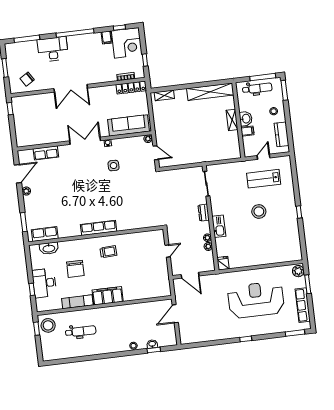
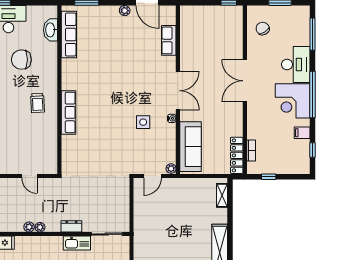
corner desk: (127, 43) -> (293, 101), moved
kitchen sink: (219, 226) -> (77, 243), moved
row of seats: (99, 228) -> (68, 112), moved
row of seats: (45, 234) -> (69, 35), width x1.48

